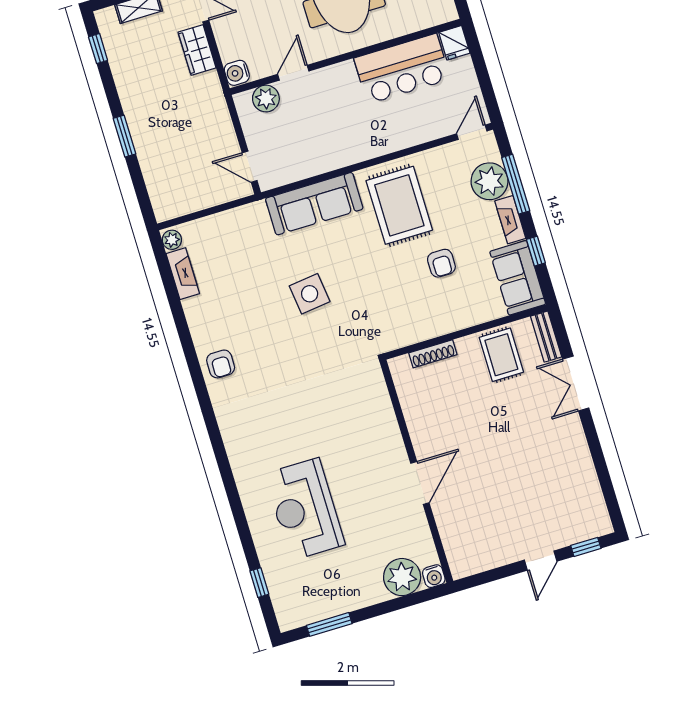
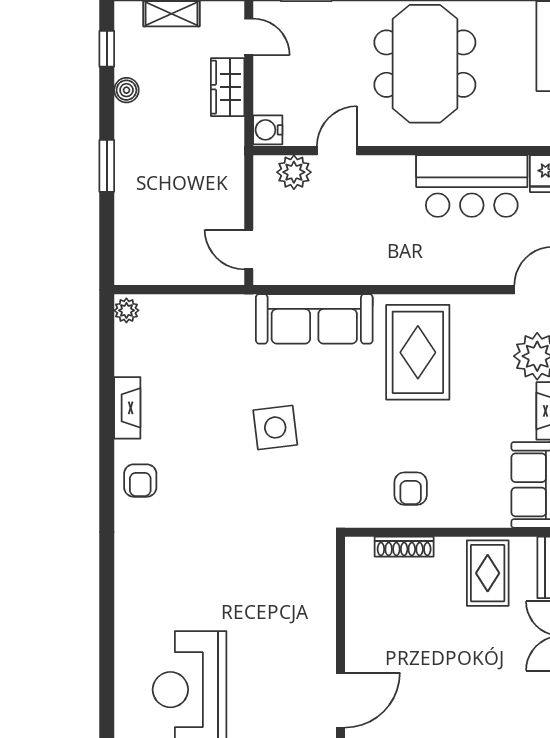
boiler: (122, 75) -> (126, 90), added
armchair: (441, 263) -> (411, 489), moved
fireplace: (183, 274) -> (127, 408), moved

